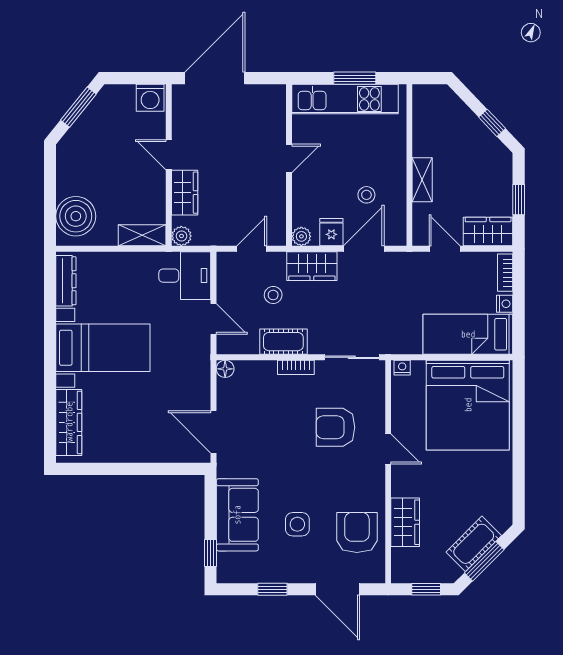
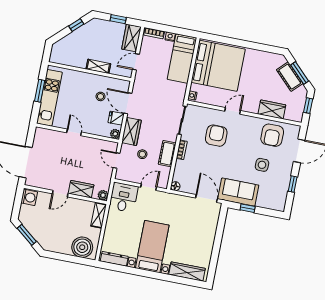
armchair: (335, 427) -> (216, 136), turned 180
door: (214, 432) -> (206, 198), swing flipped
sofa: (237, 515) -> (238, 192), moved
armchair: (357, 532) -> (272, 135), turned -90
window: (210, 553) -> (248, 208), moved

